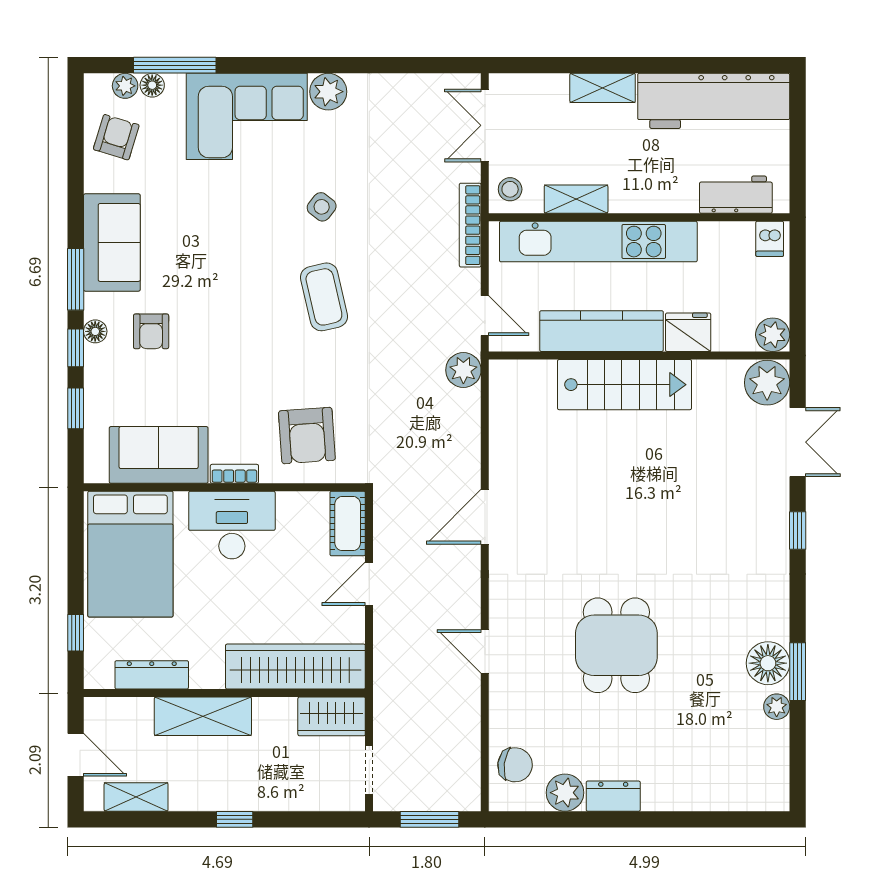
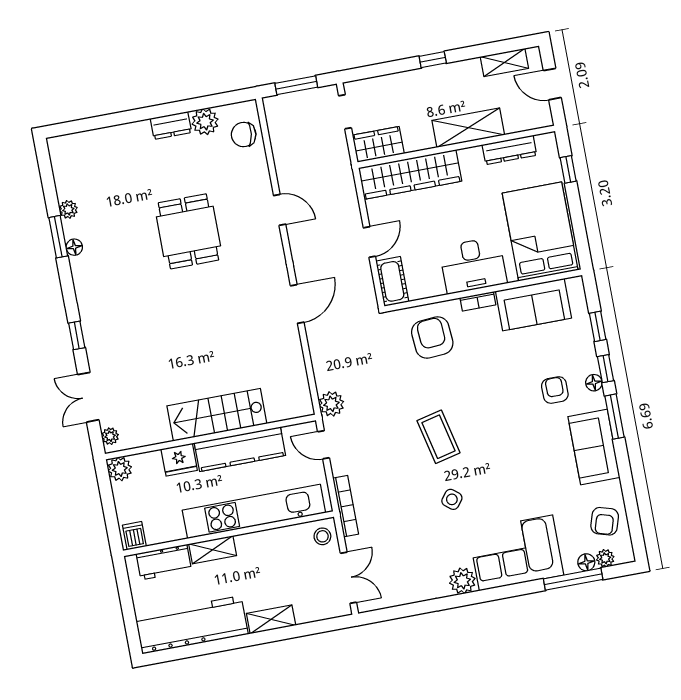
shelving: (576, 199) -> (213, 550), moved
plant: (767, 383) -> (110, 436), width x0.53, depth x0.53
floor lamp: (768, 663) -> (74, 247), width x0.53, depth x0.53

